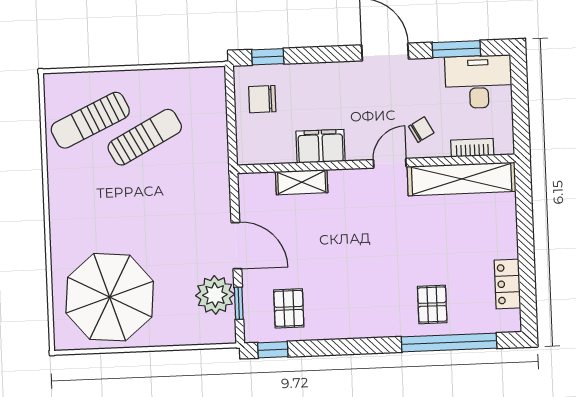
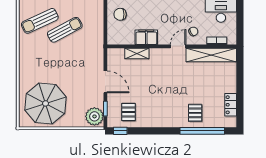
plant: (215, 295) -> (94, 116), moved

